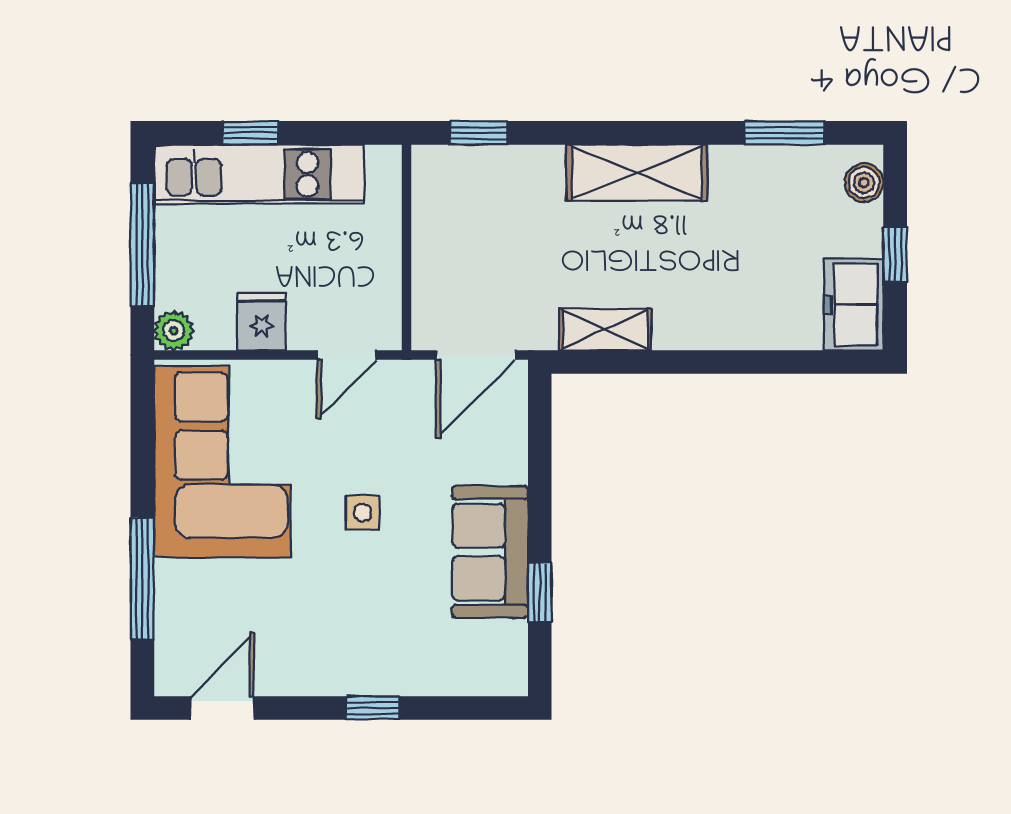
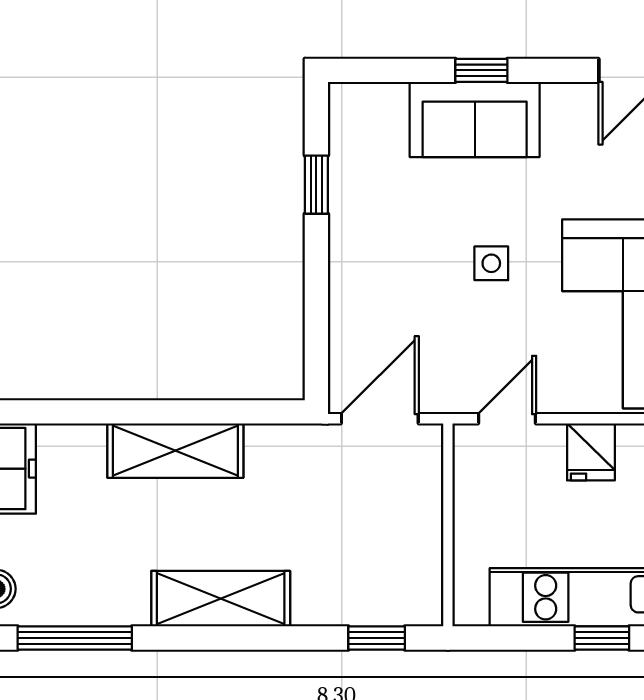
window: (785, 133) -> (75, 638), width x1.44
shelving: (605, 330) -> (175, 451), moved, width x1.50, depth x1.33
sofa: (490, 552) -> (475, 120), moved, turned 90

